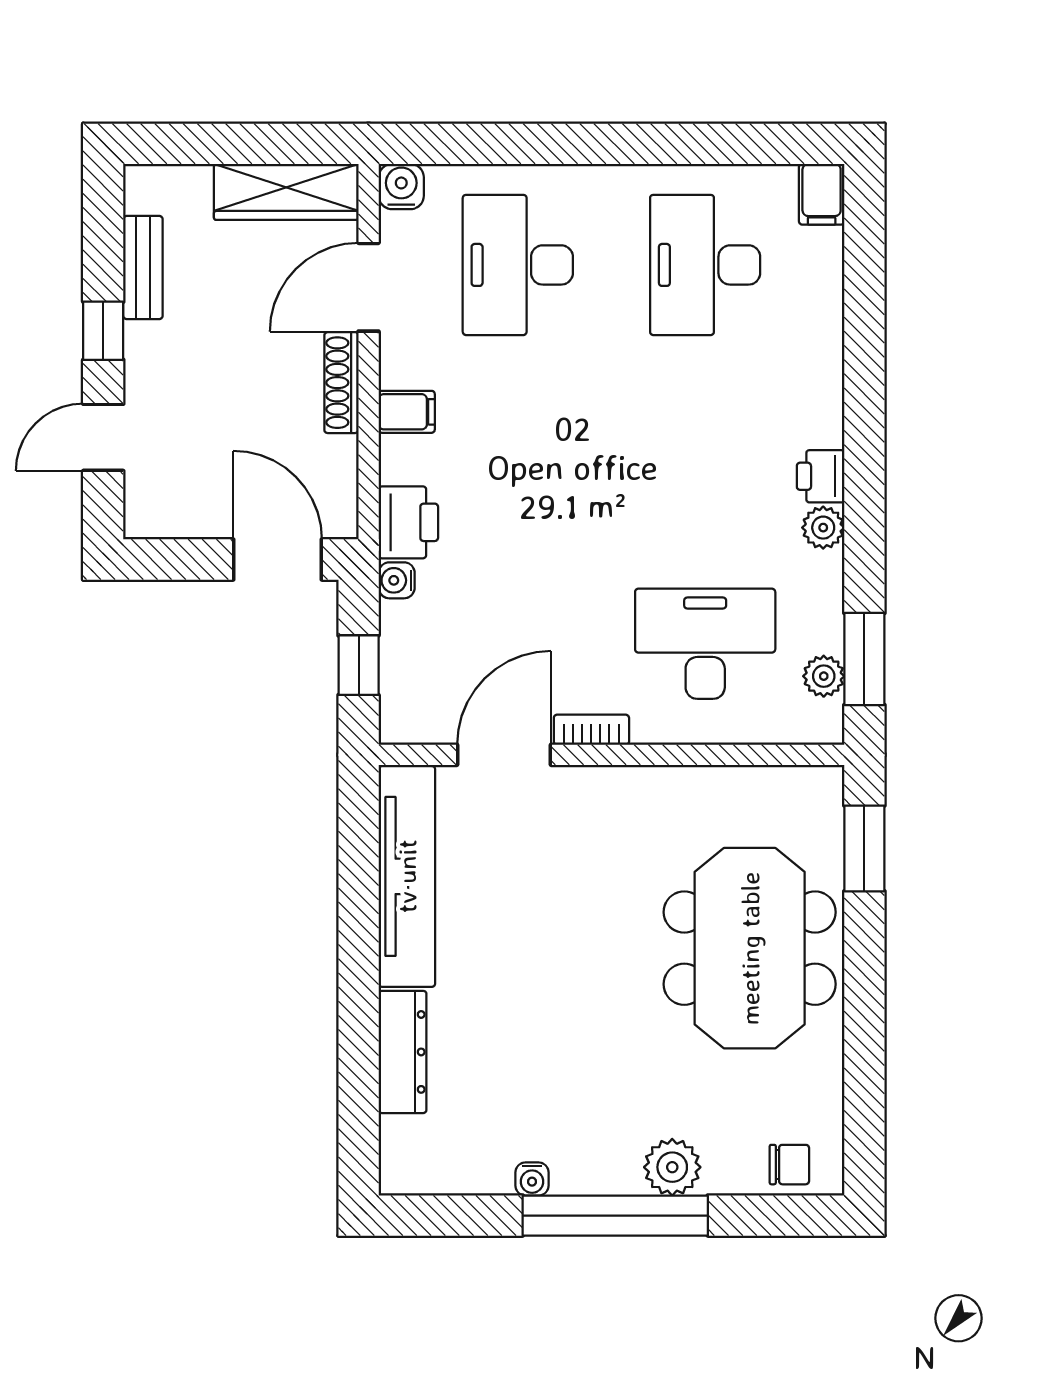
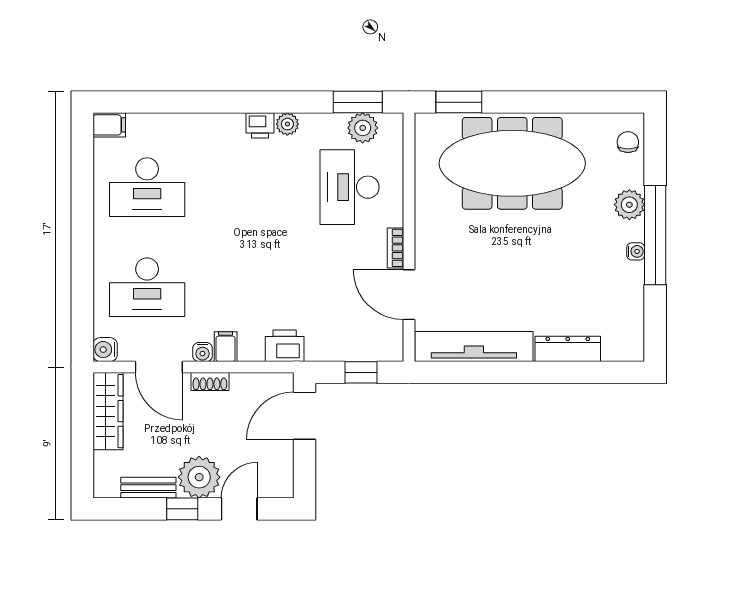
plant: (163, 362) -> (199, 477), added
shoe rack: (341, 383) -> (210, 382), width x0.70
door: (103, 437) -> (239, 509), swing flipped
water cooler: (397, 580) -> (203, 352), moved
plant: (824, 676) -> (363, 128), width x1.38, depth x1.38
meeting table: (750, 948) -> (512, 163), width x1.36
water cooler: (532, 1179) -> (636, 251), moved

